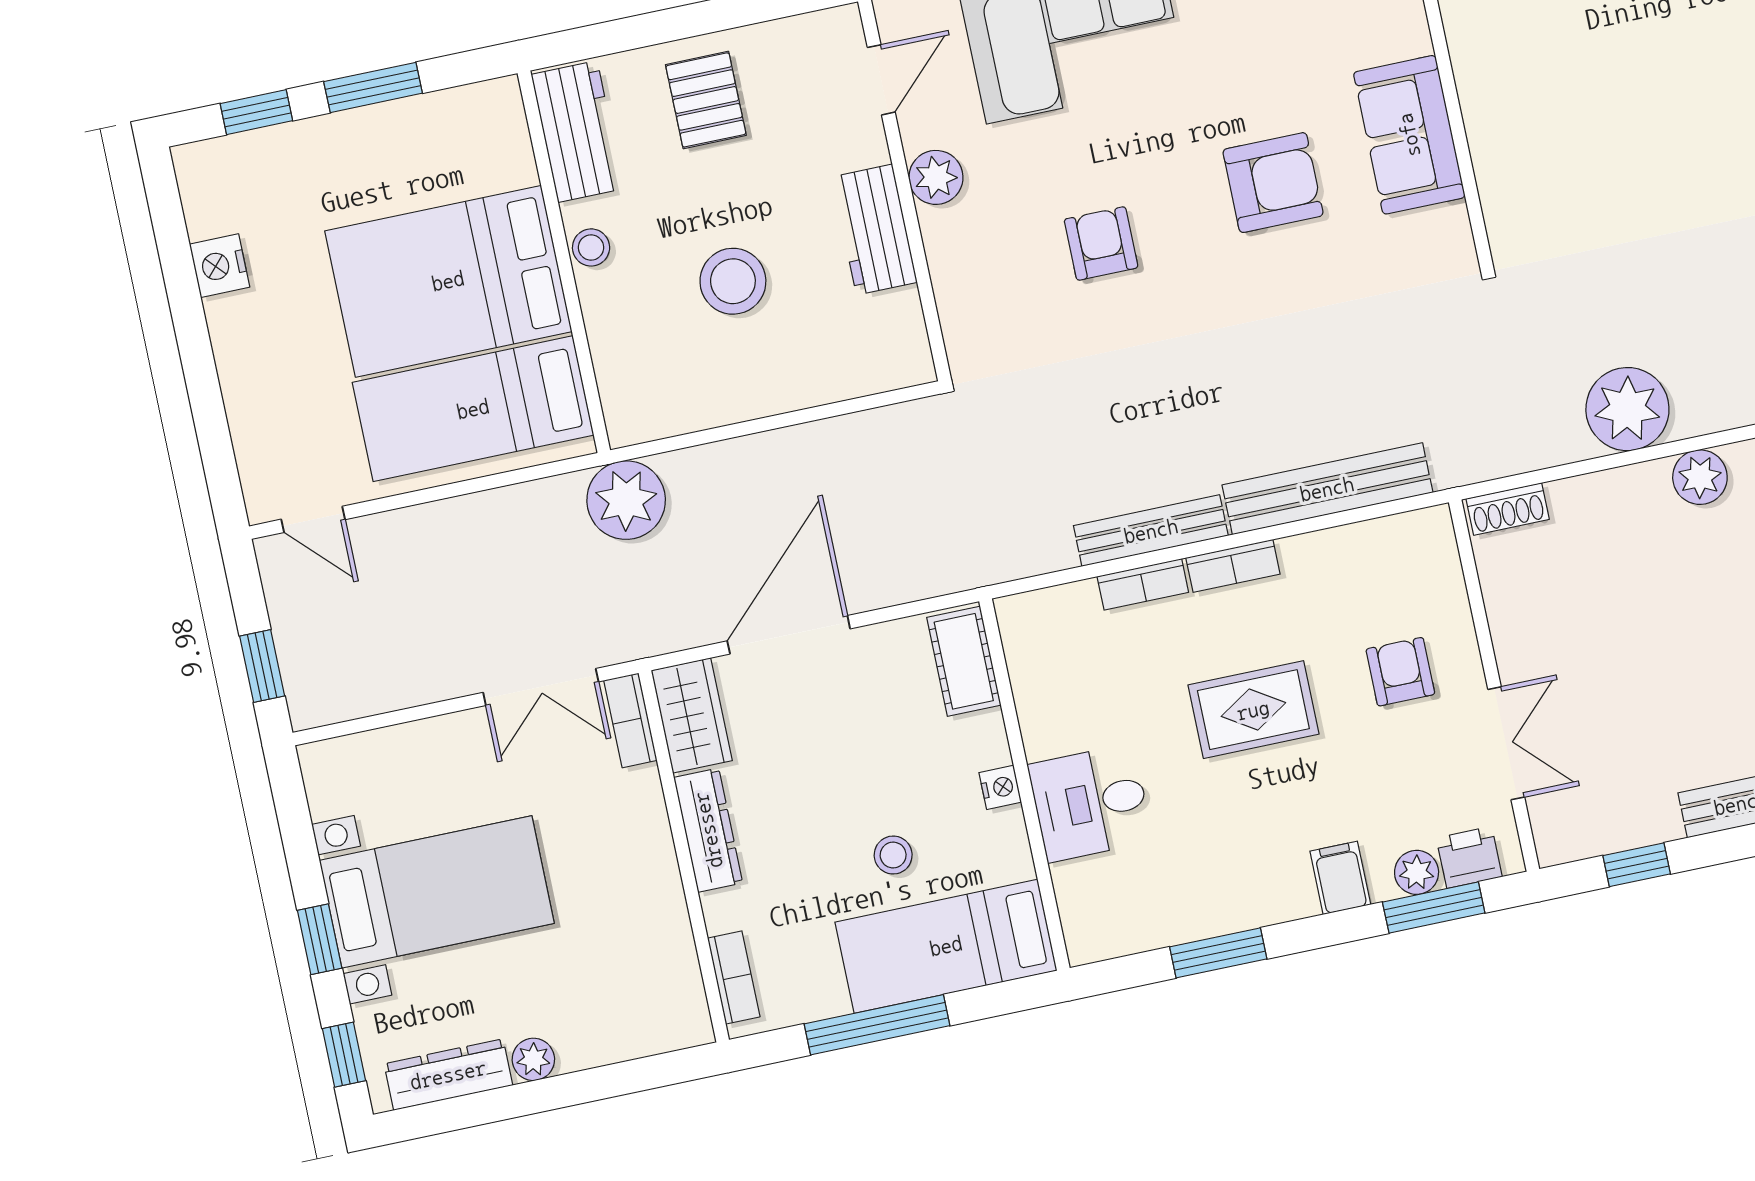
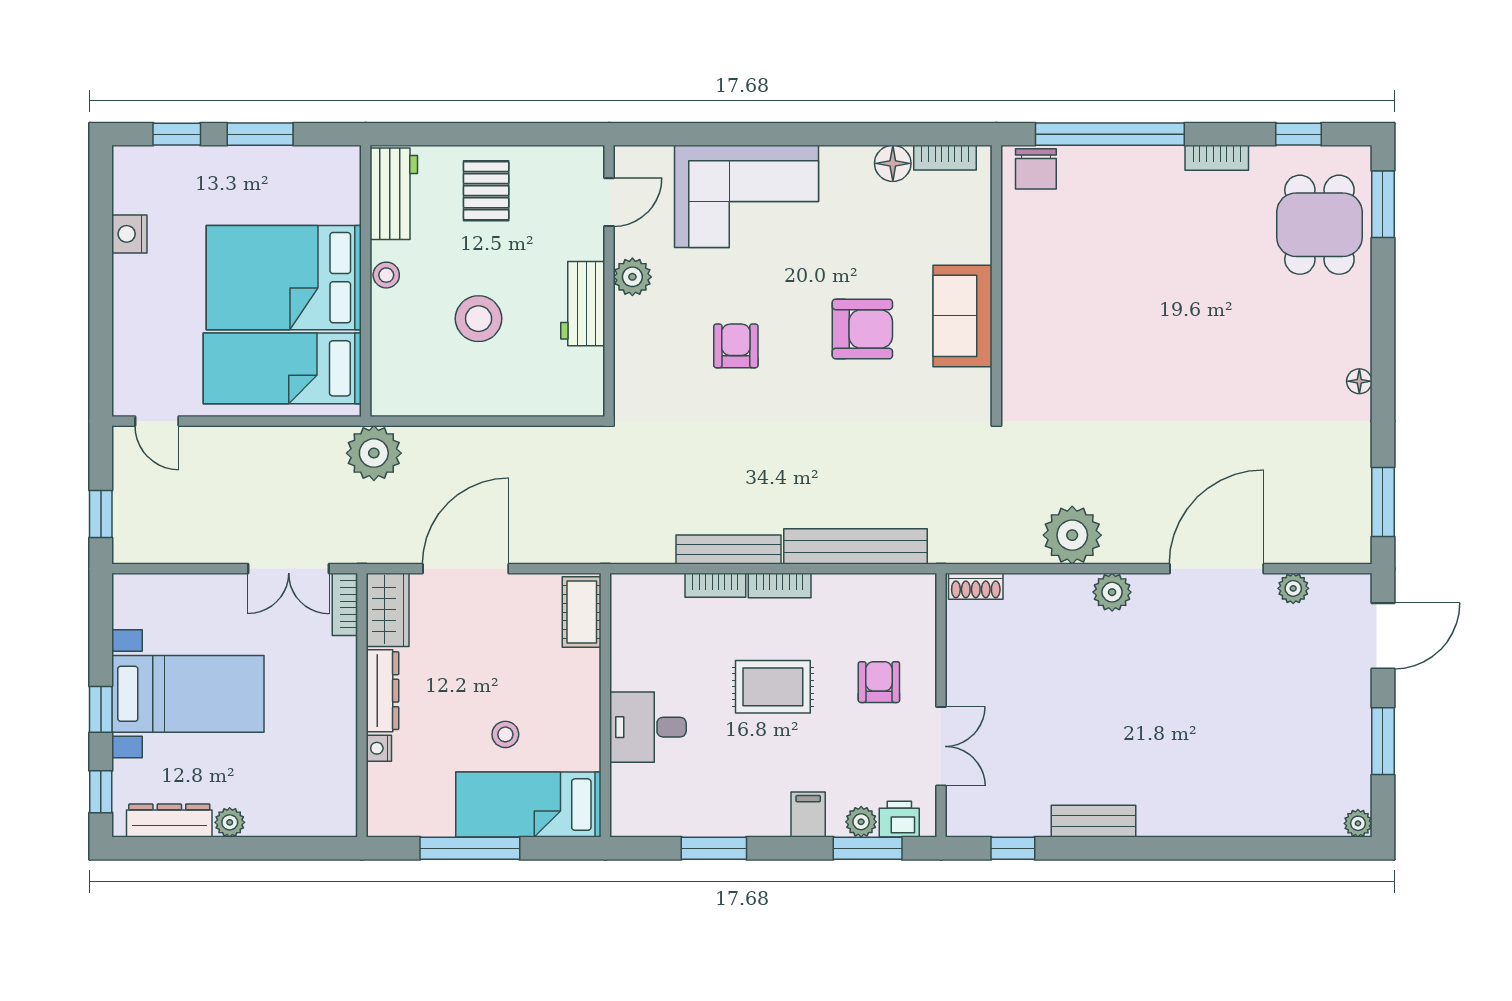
nightstand: (1000, 787) -> (379, 748), moved, turned 180
bookcase: (734, 977) -> (379, 795), removed

